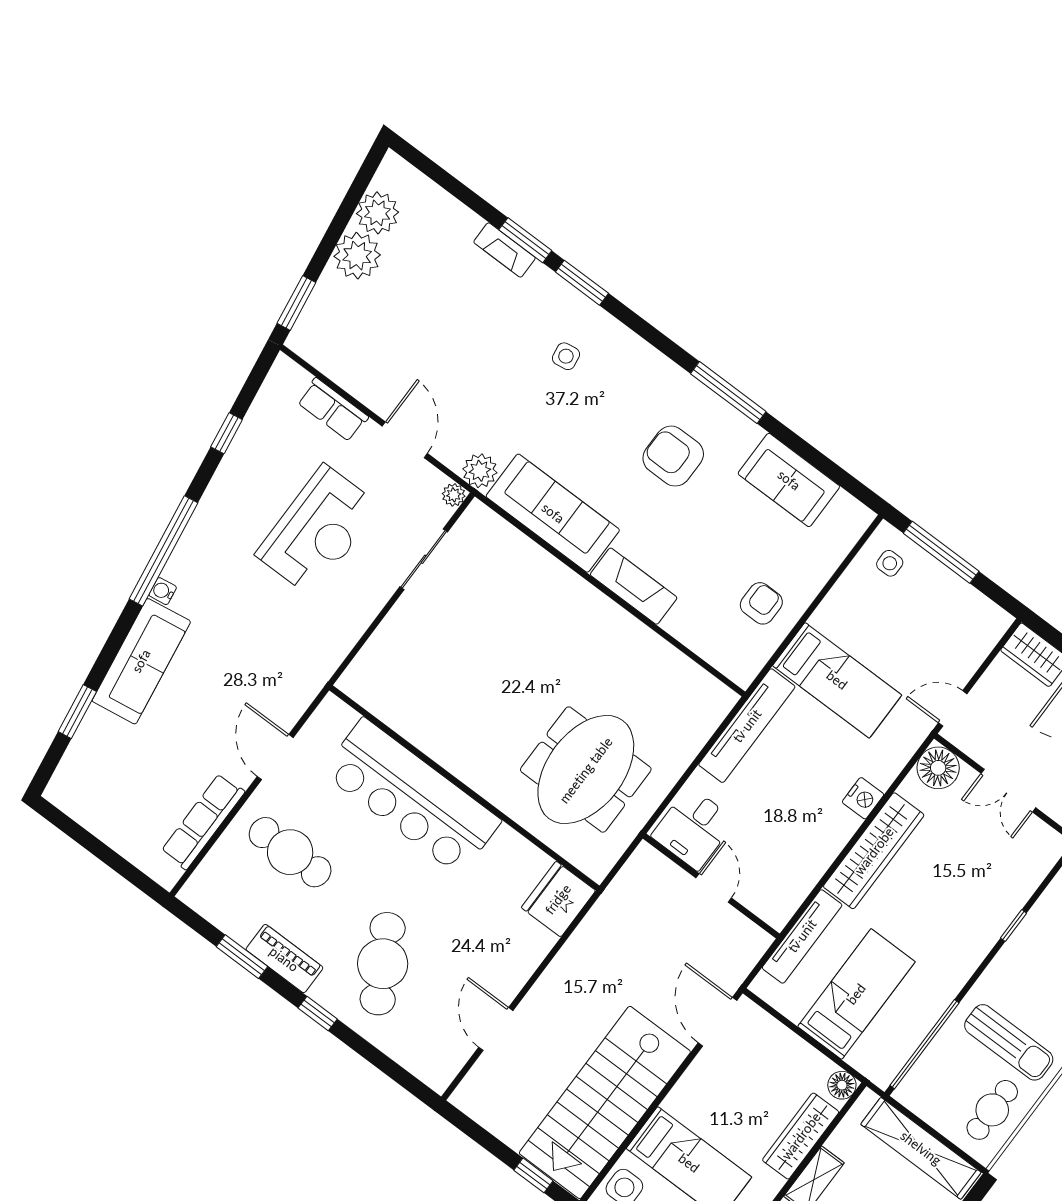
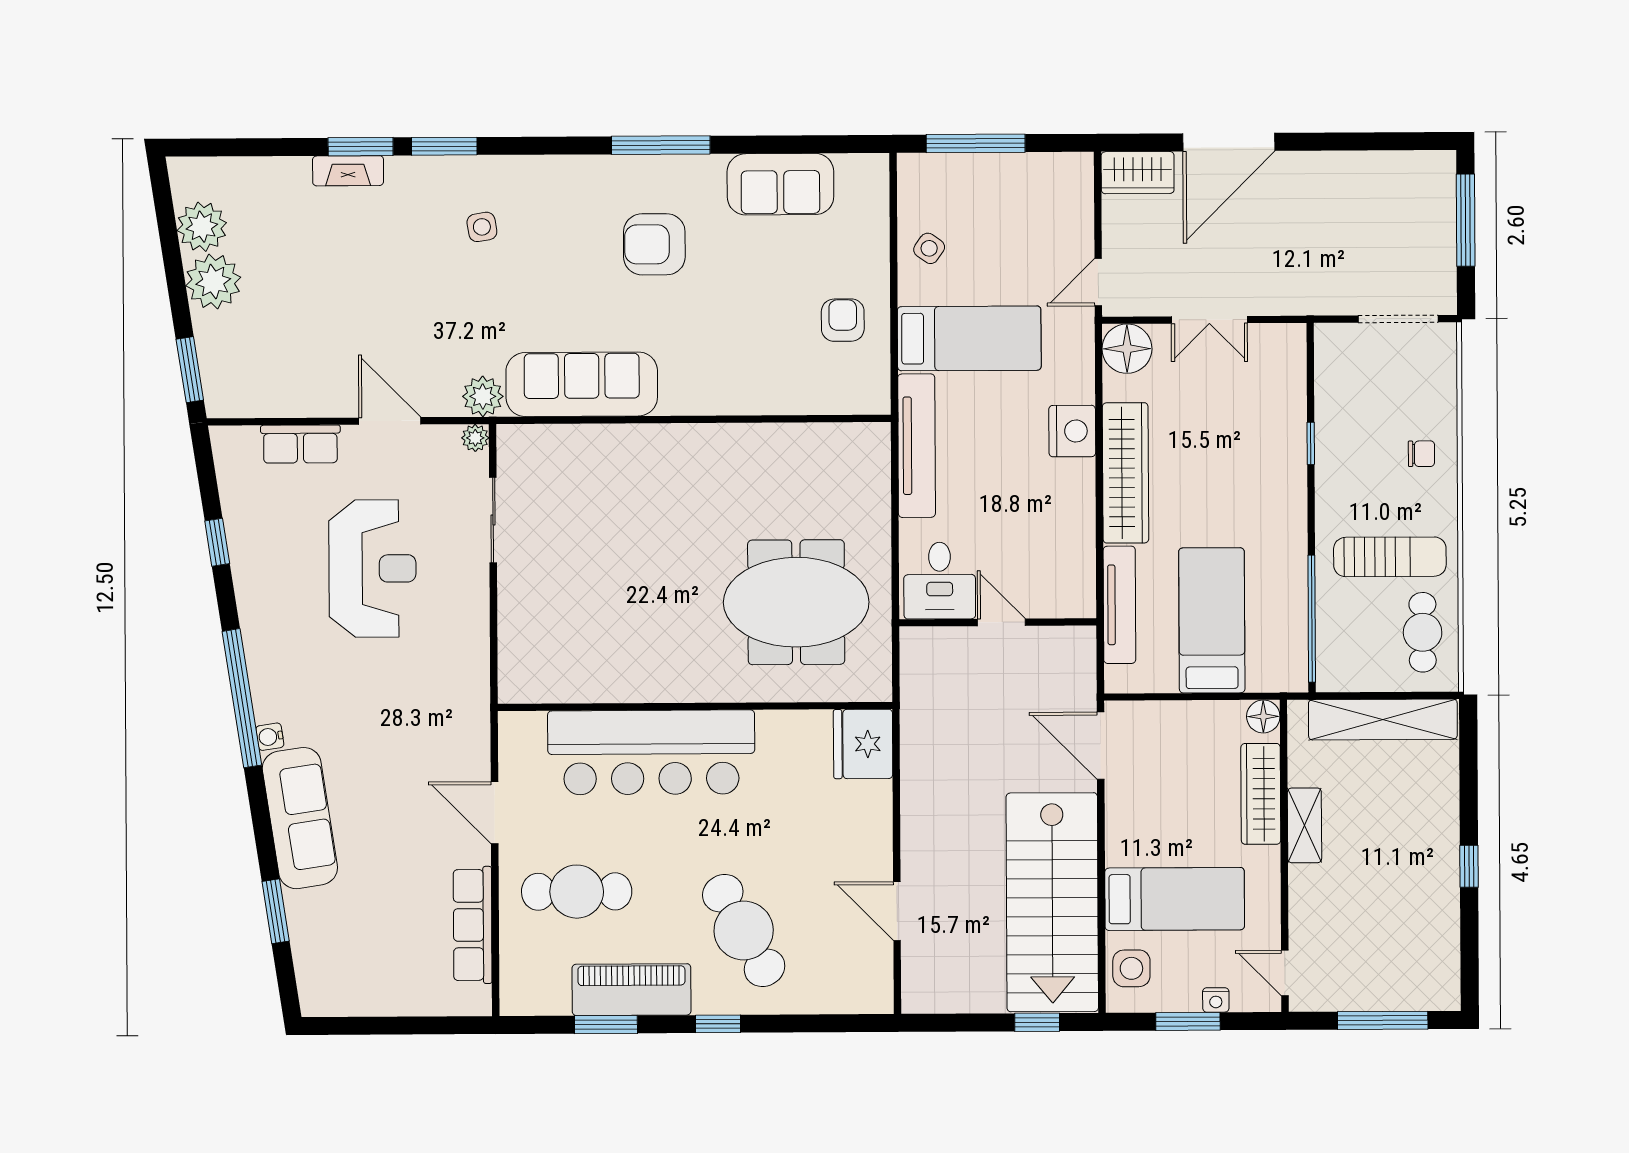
side table: (890, 563) -> (929, 248), moved, turned 35
fireplace: (634, 586) -> (710, 395), removed
meeting table: (586, 770) -> (796, 602), turned 90
nightstand: (863, 798) -> (1072, 431), width x1.36, depth x1.33
piano: (284, 959) -> (631, 990), width x1.37, depth x1.33

